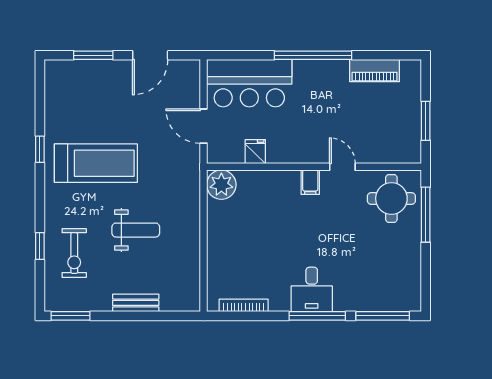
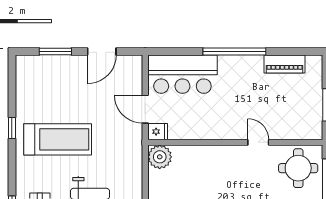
fridge: (255, 152) -> (158, 132), moved, turned 90
filing cabinet: (310, 182) -> (232, 155), removed

